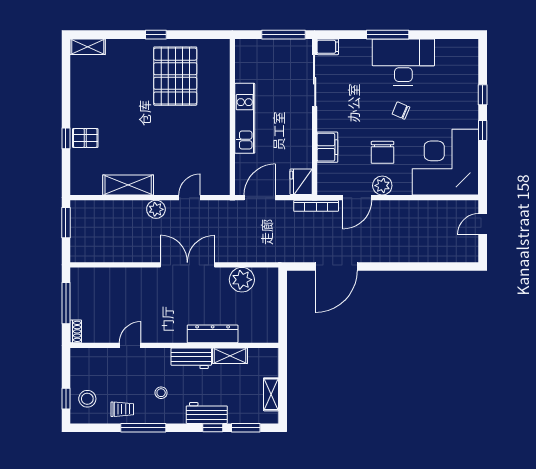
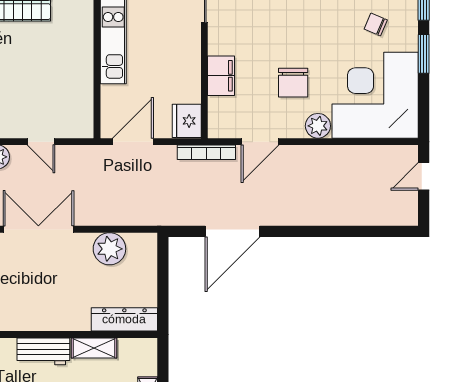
chair: (401, 111) -> (376, 24), moved
window: (483, 130) -> (424, 54), width x1.50
plant: (382, 186) -> (318, 126), moved
door: (189, 198) -> (41, 142), swing flipped
dresser: (213, 334) -> (124, 319), moved

